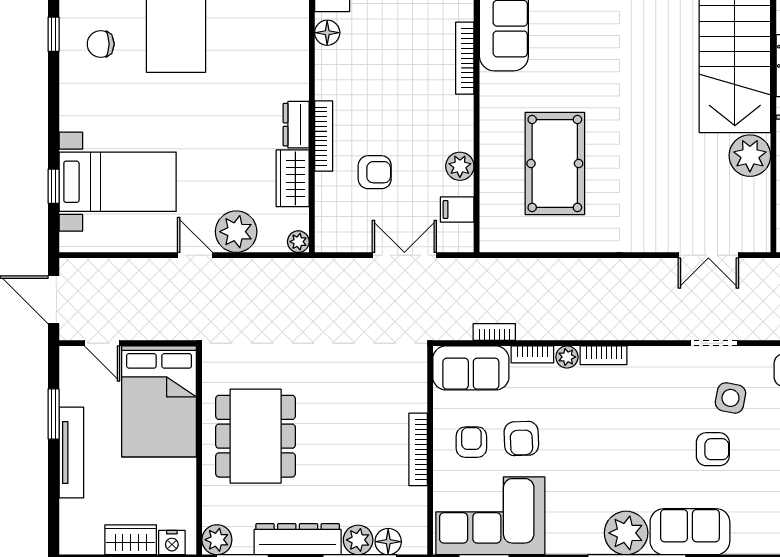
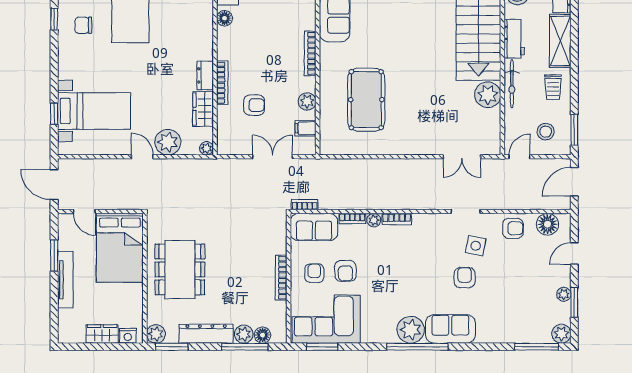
bookcase: (465, 58) -> (310, 53), moved
bookcase: (494, 332) -> (305, 205), moved
armchair: (713, 449) -> (465, 278), turned -90

